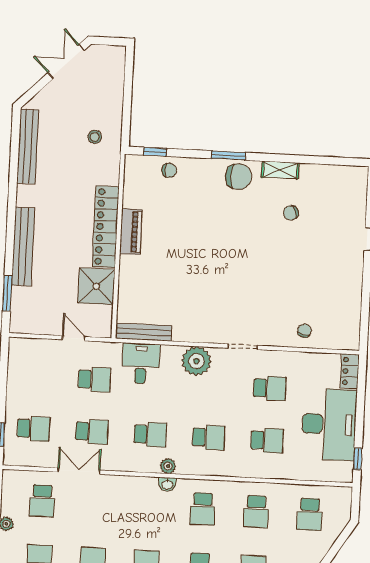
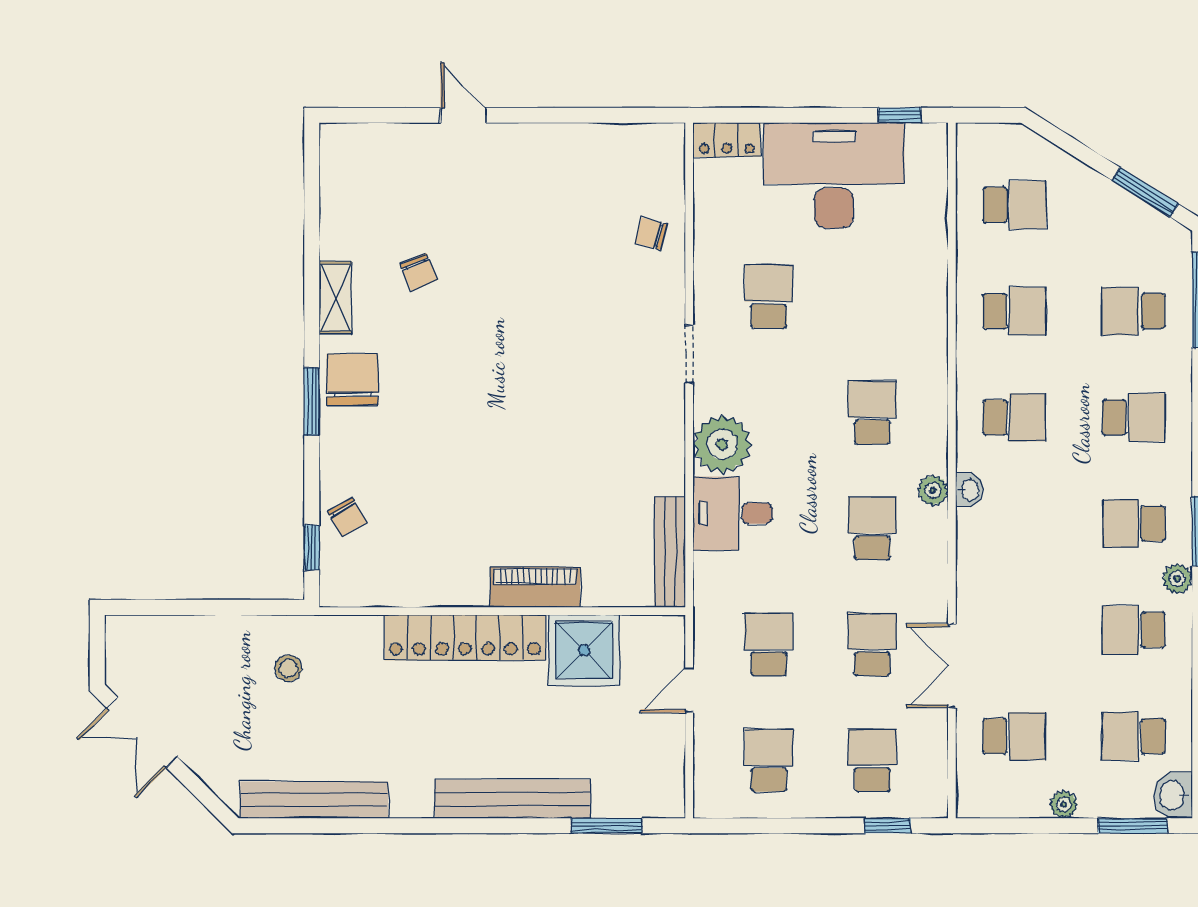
chair: (169, 170) -> (347, 517), turned 150
piano: (131, 232) -> (535, 587), moved
desk: (141, 364) -> (733, 513), moved
school desk: (267, 440) -> (769, 760), moved

